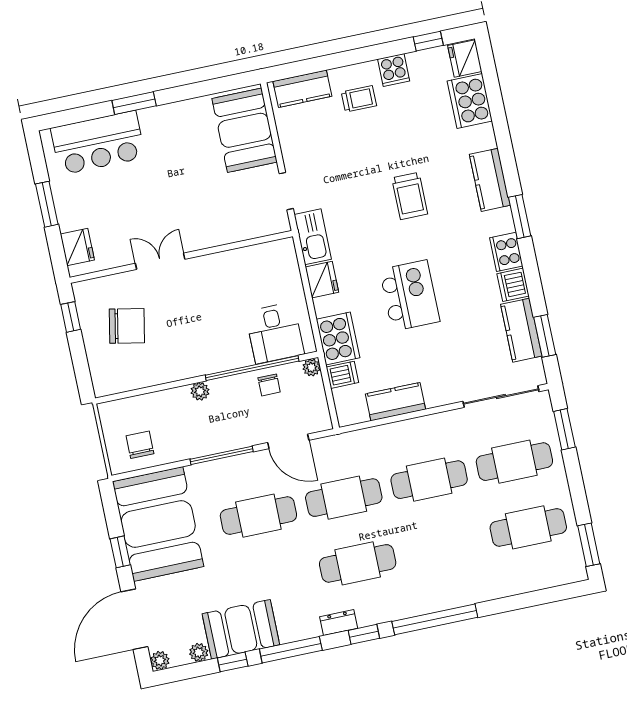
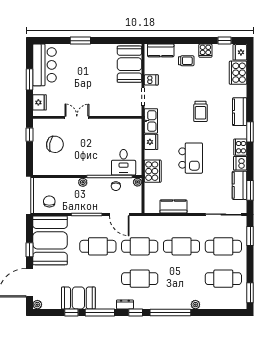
bar counter: (98, 143) -> (44, 65), moved, turned -90
dishwasher: (342, 375) -> (151, 80), moved
plant: (199, 652) -> (195, 305), moved

